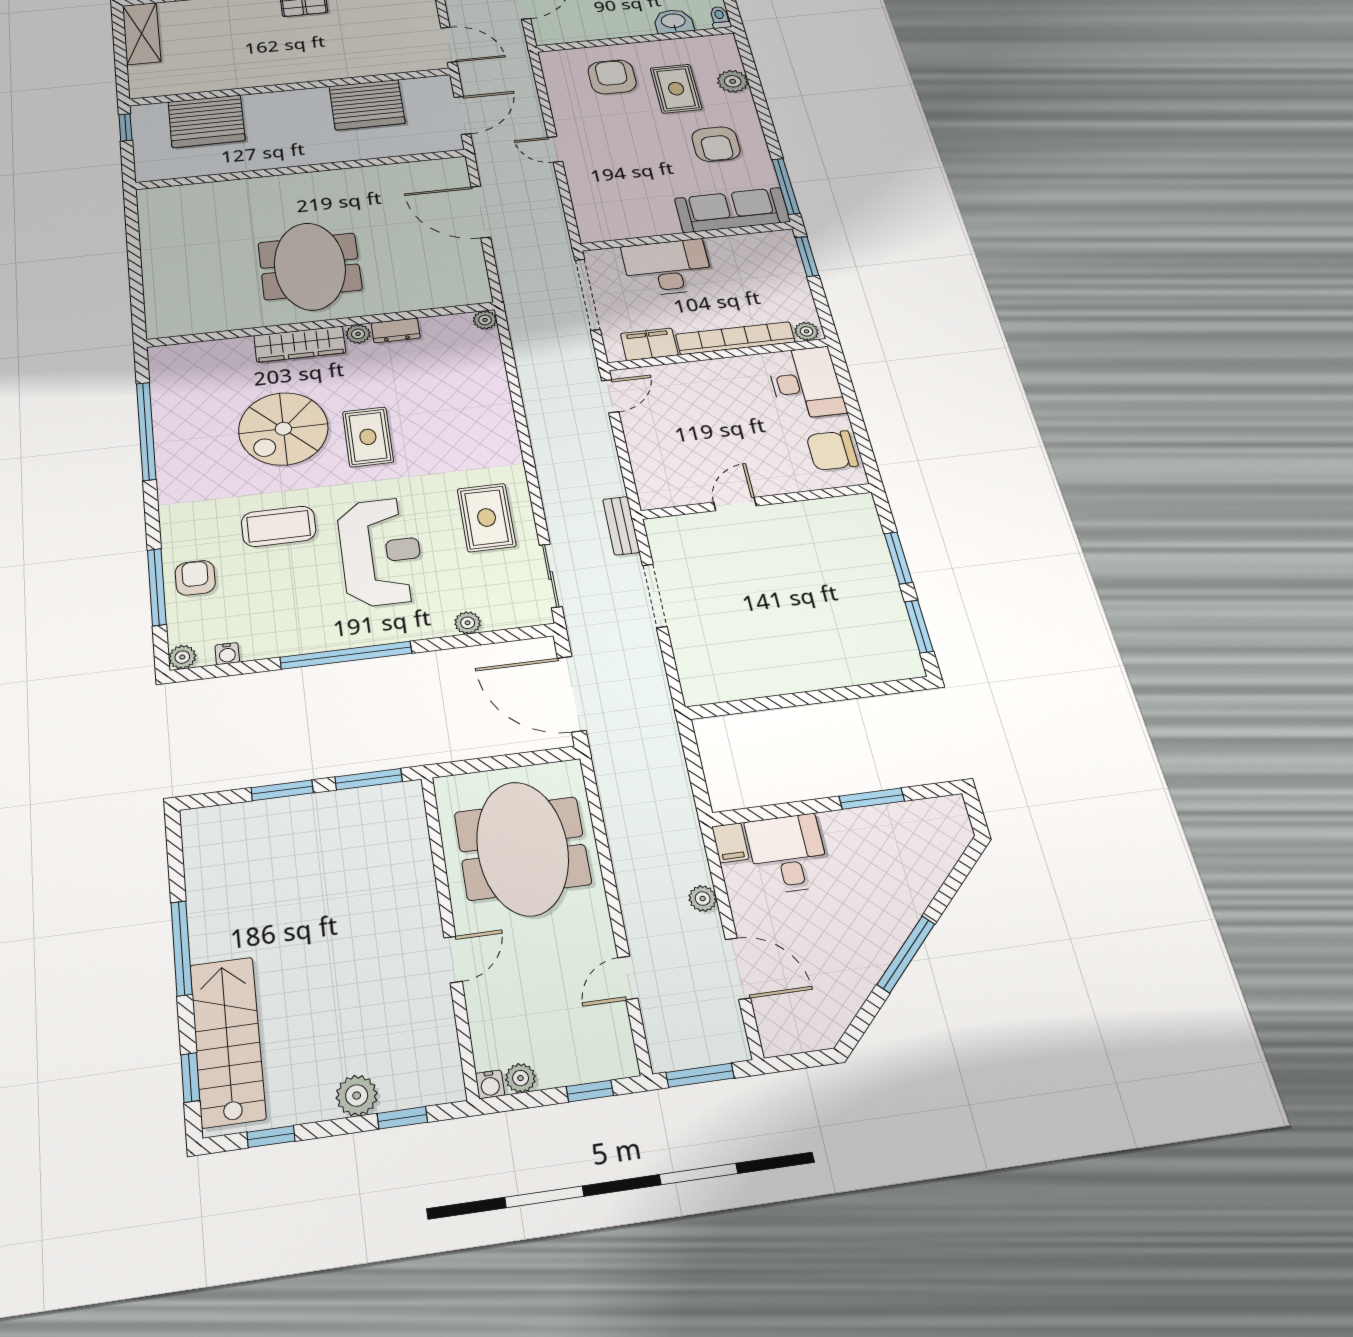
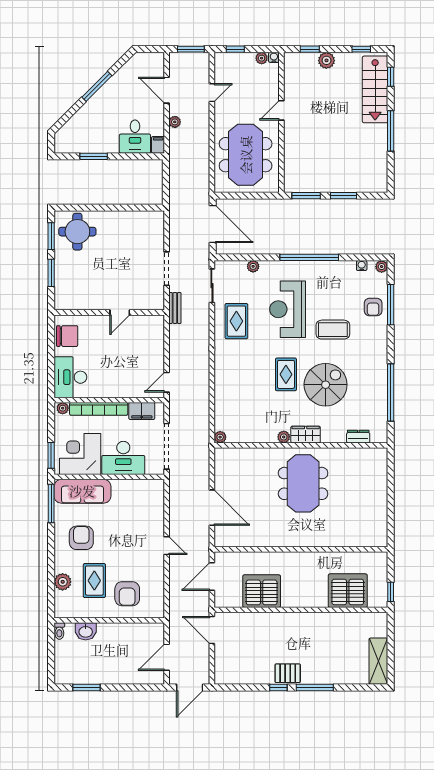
corner desk: (752, 264) -> (80, 454), added
dresser: (396, 330) -> (358, 437), moved
wardrobe: (300, 344) -> (306, 435), width x0.67
round table: (865, 642) -> (77, 232), added

